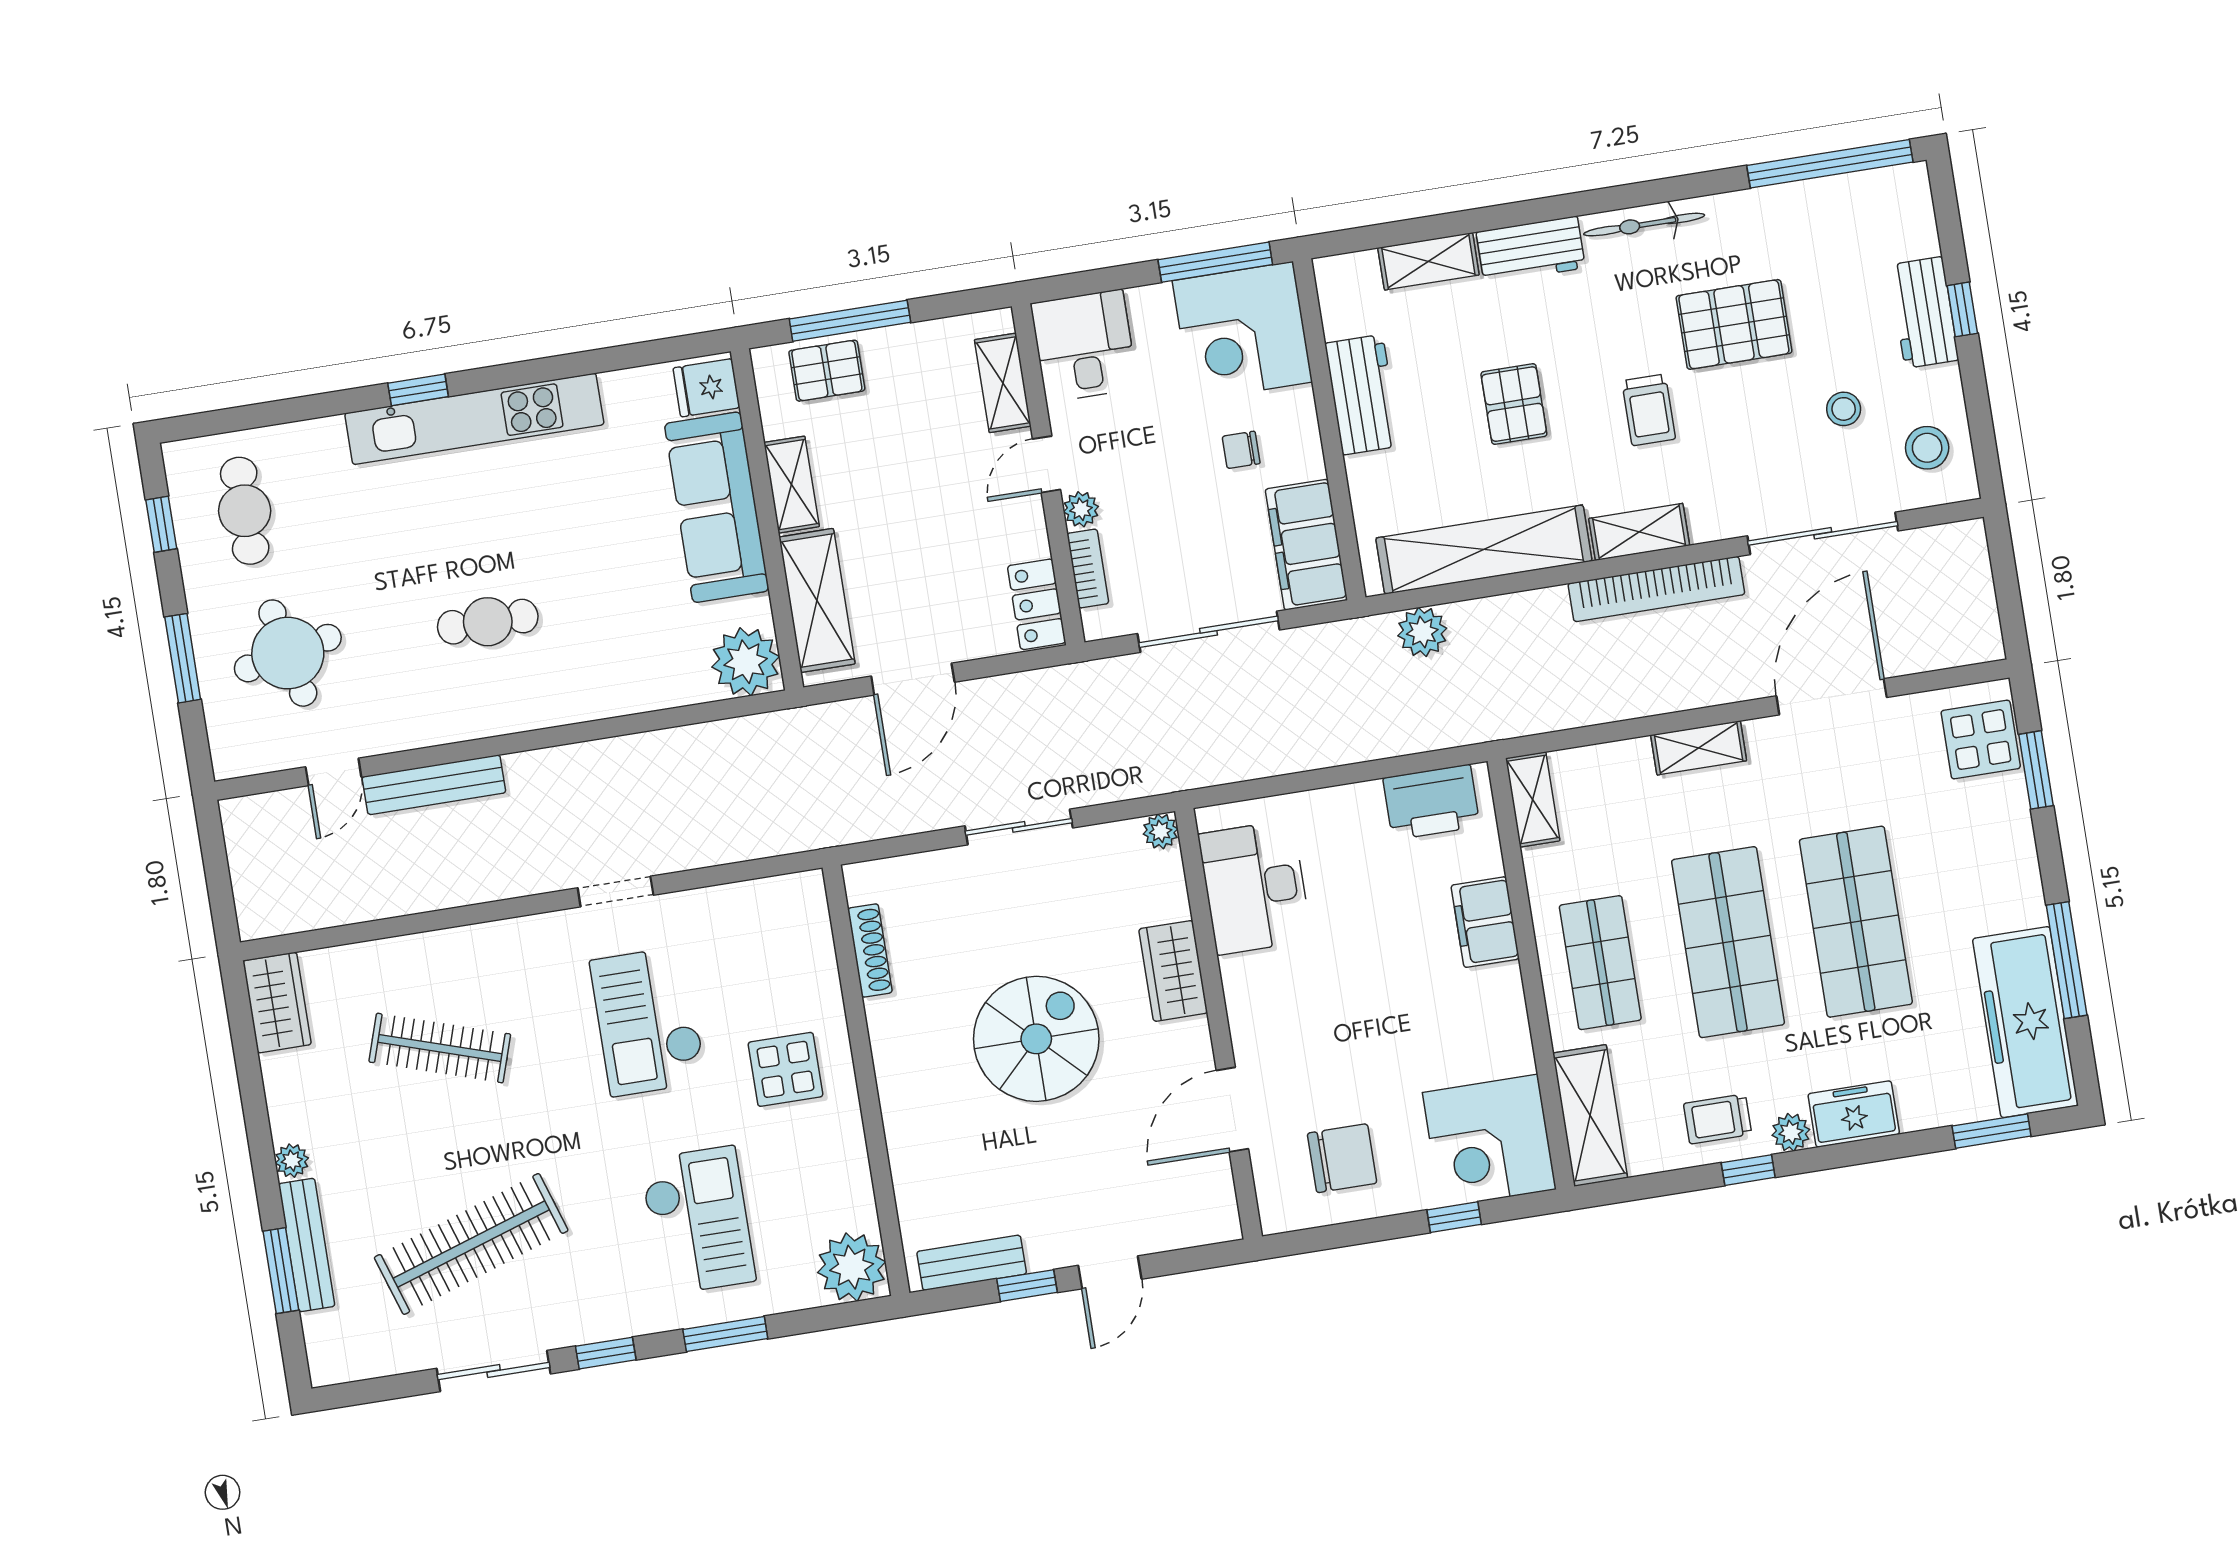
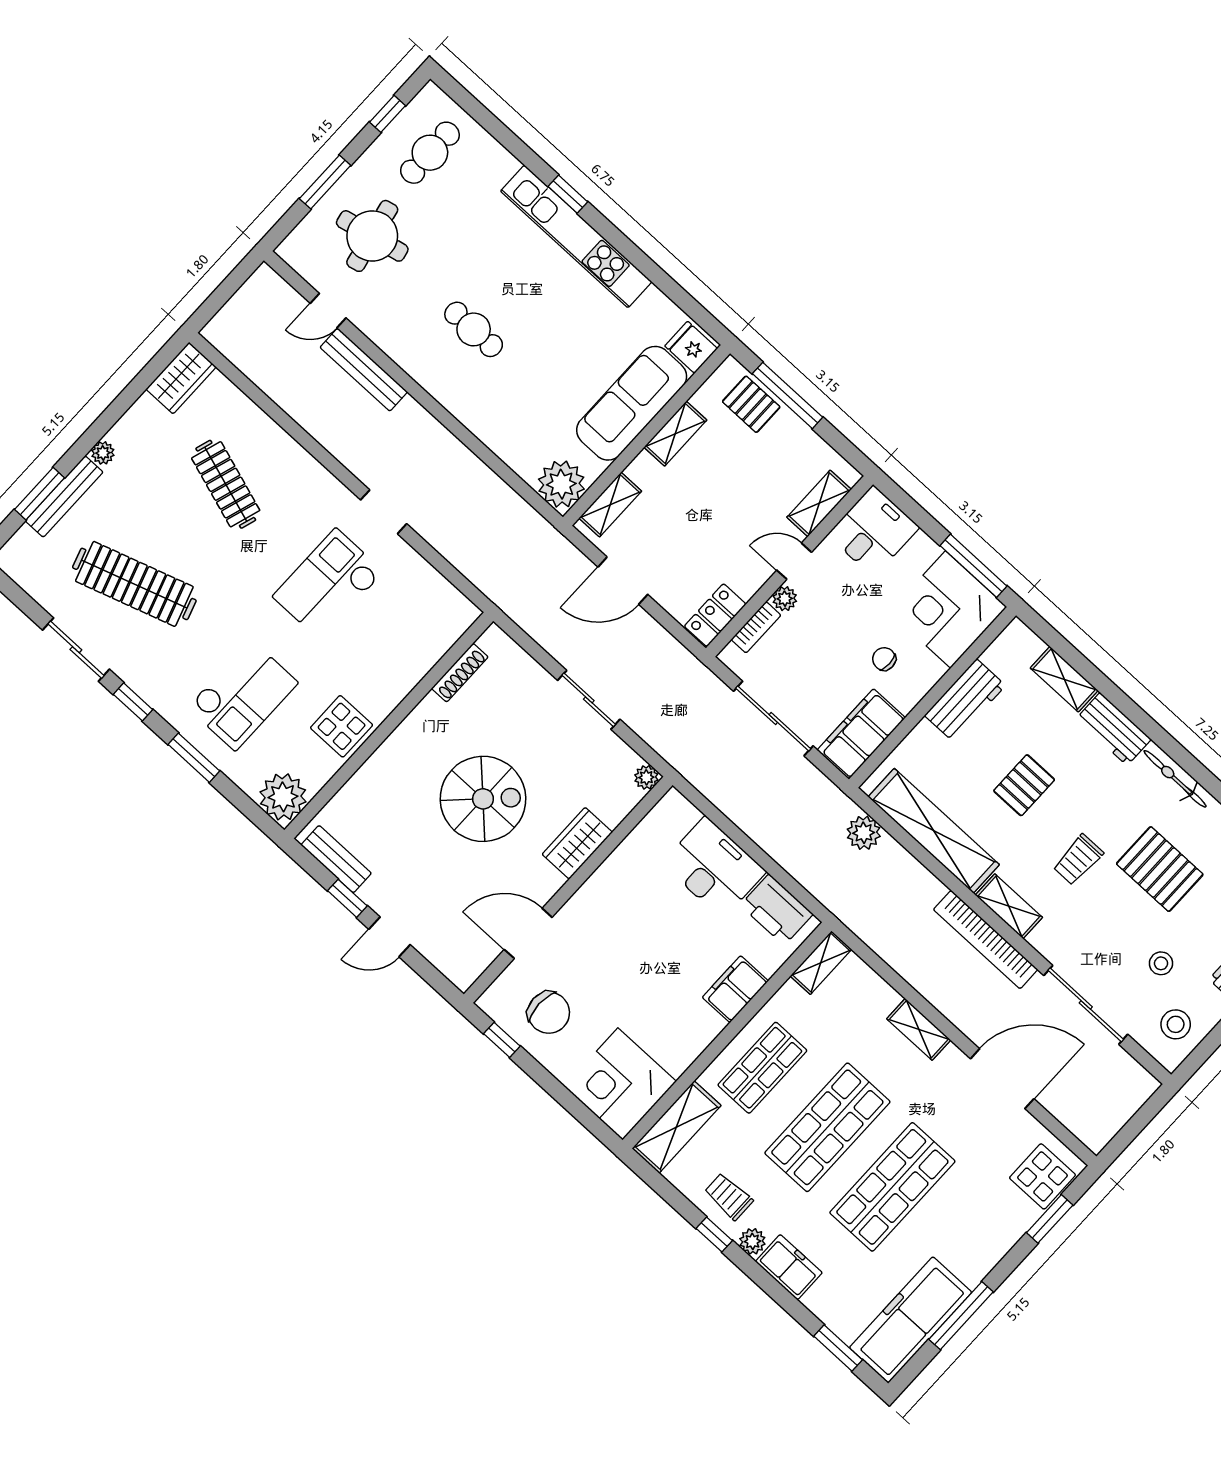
shelving: (817, 600) -> (610, 505), width x0.67, depth x0.75
desk: (1255, 887) -> (714, 868), moved, turned 90
display table: (785, 1069) -> (342, 726), moved
window: (1454, 1217) -> (502, 1040), moved

